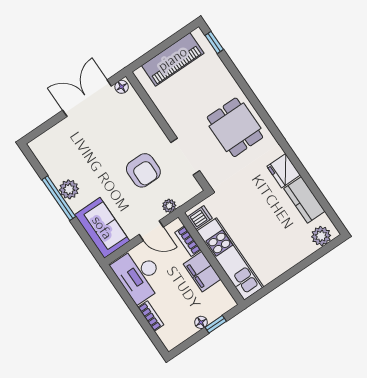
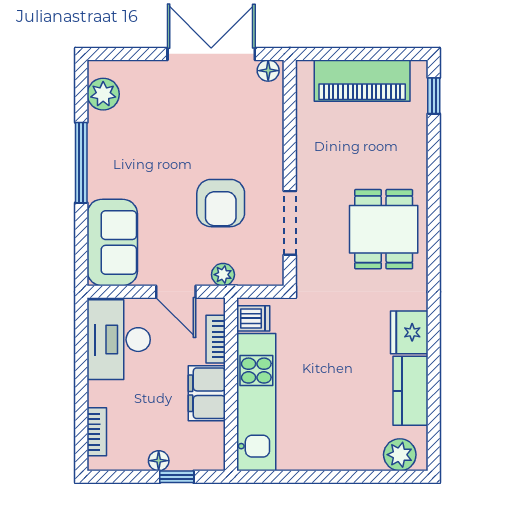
plant: (69, 189) -> (103, 94), moved
bookcase: (151, 316) -> (97, 432), moved

